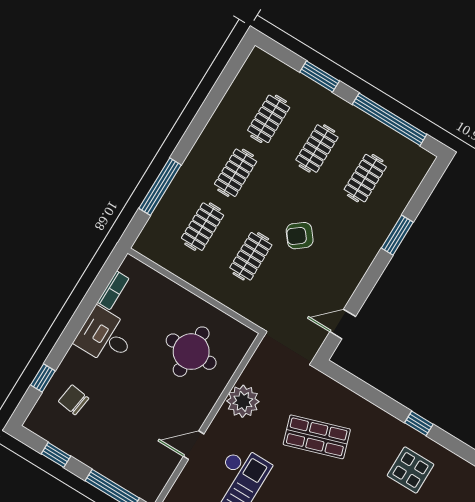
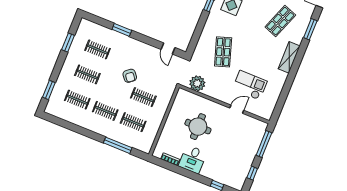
window: (320, 76) -> (49, 90), moved
window: (390, 119) -> (68, 43), width x0.47
round table: (191, 352) -> (198, 127), moved
chair: (74, 400) -> (225, 169), removed
plant: (243, 401) -> (197, 83), moved
door: (194, 445) -> (237, 109), swing flipped

